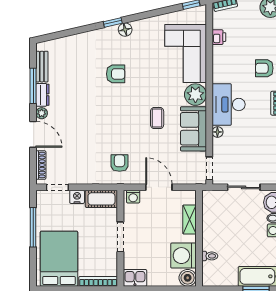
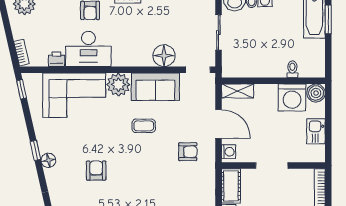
window: (113, 22) -> (35, 150), moved
desk: (229, 104) -> (88, 49), moved
floor lamp: (217, 132) -> (164, 56), width x1.89, depth x1.89
armchair: (120, 163) -> (188, 152), moved, turned 180
door: (159, 187) -> (218, 124), swing flipped
shelving: (189, 219) -> (238, 91), moved
kitchen sink: (135, 278) -> (316, 131), moved

